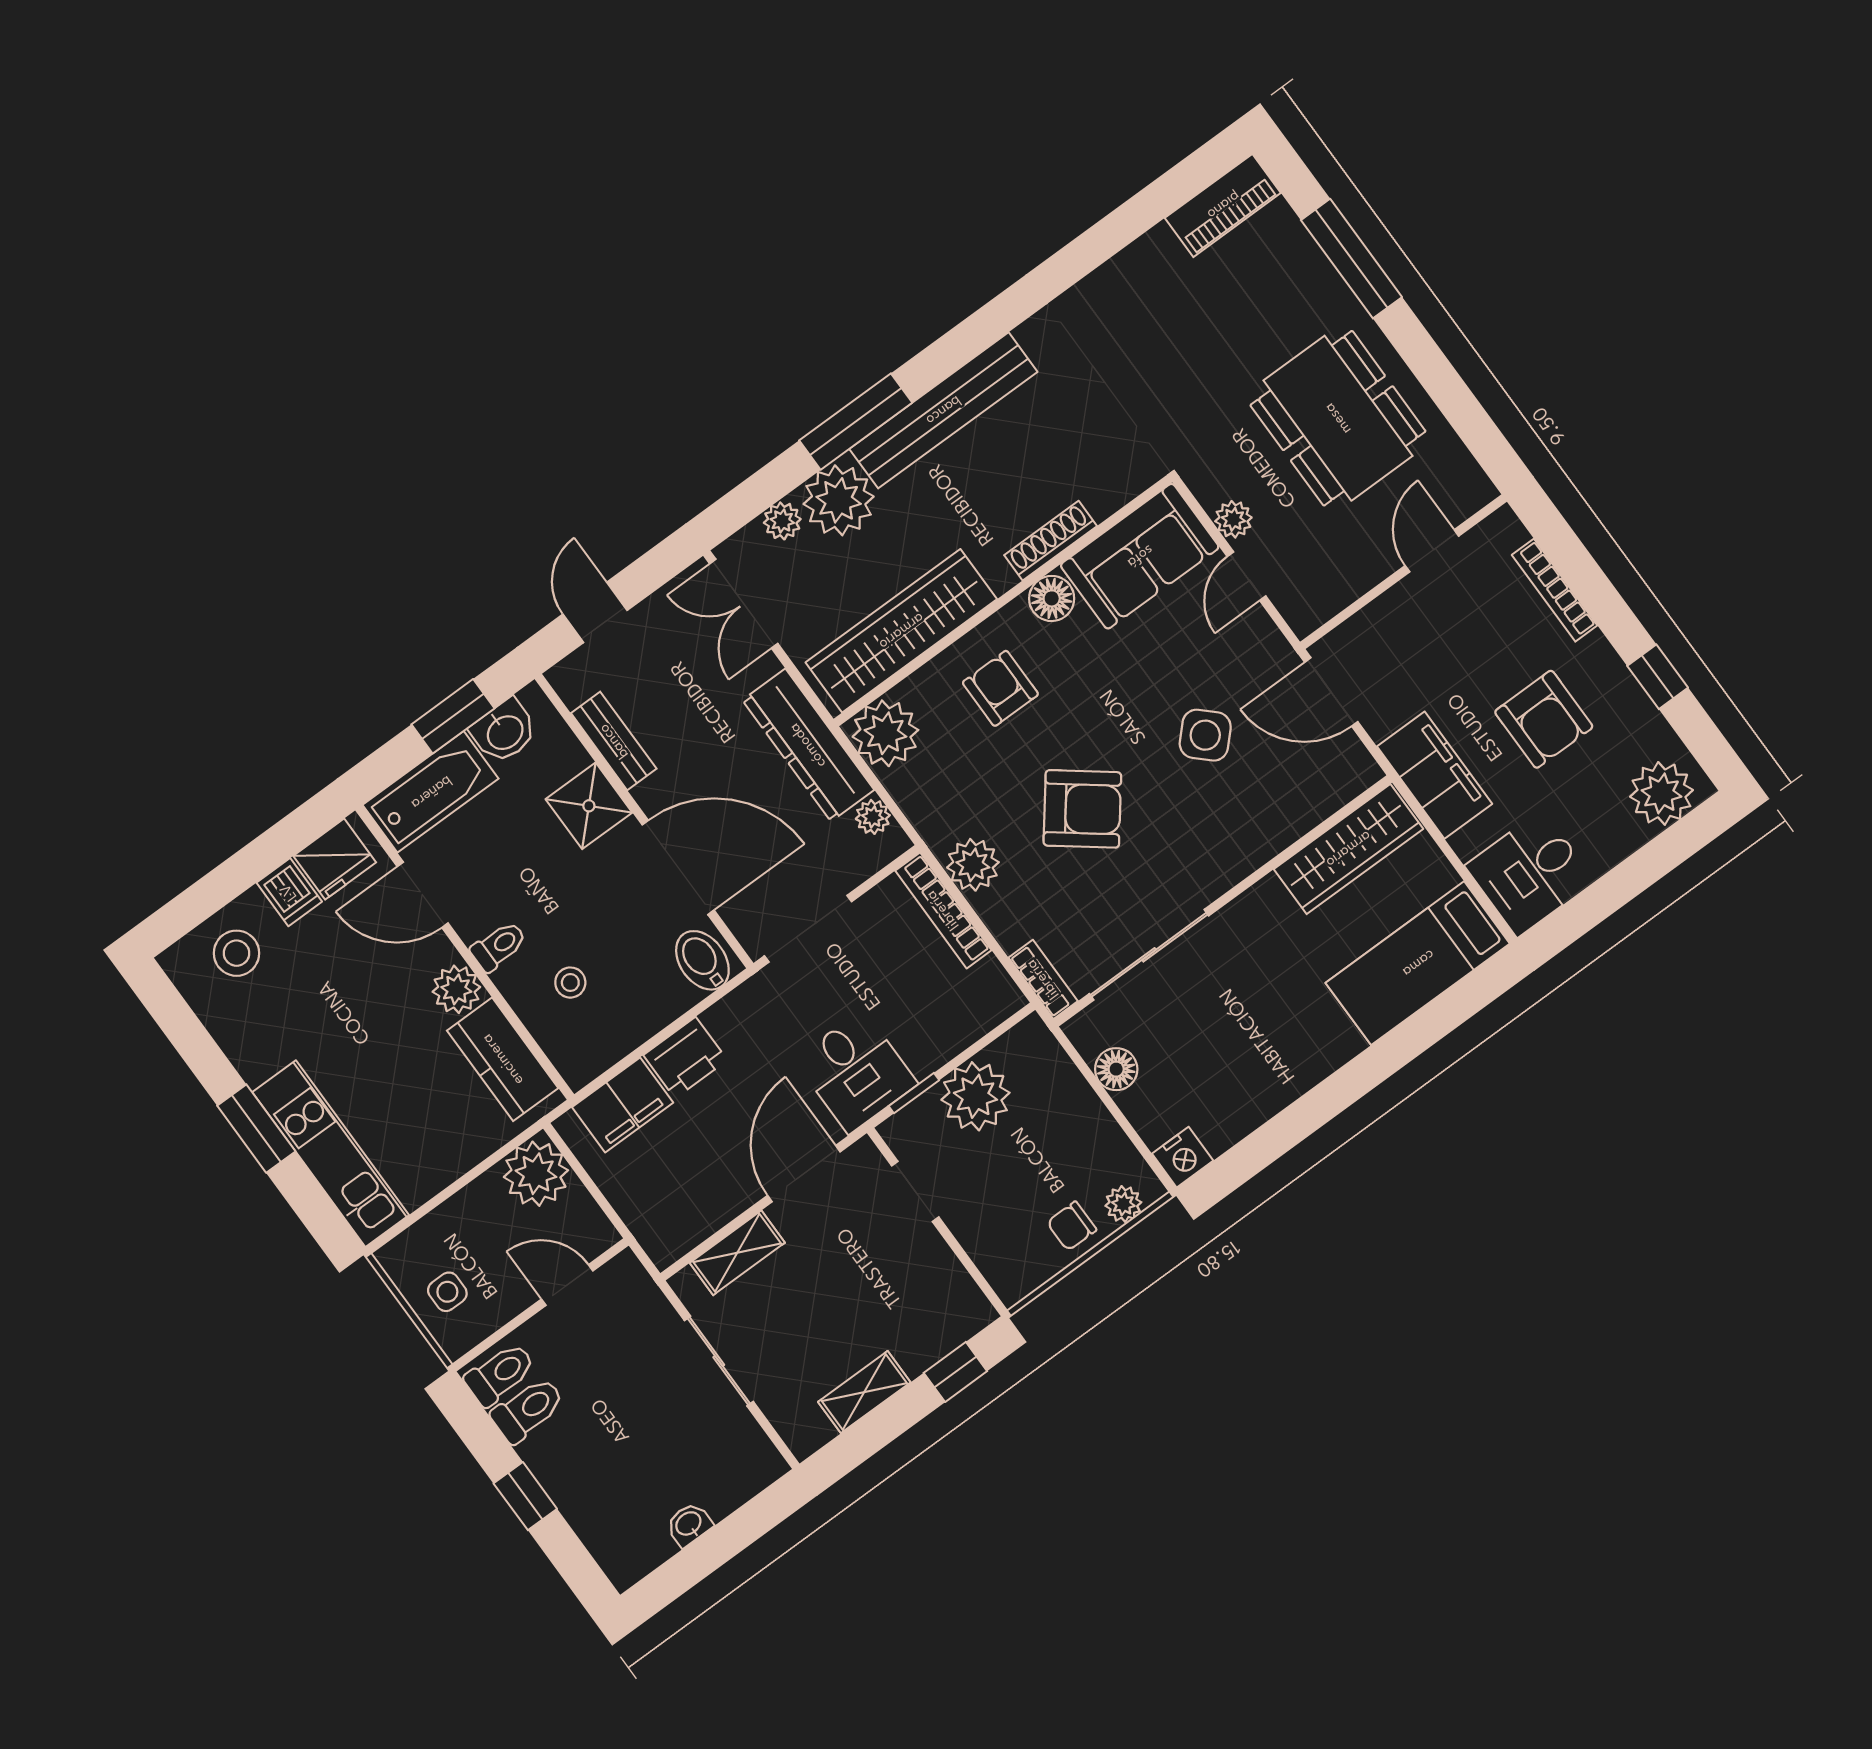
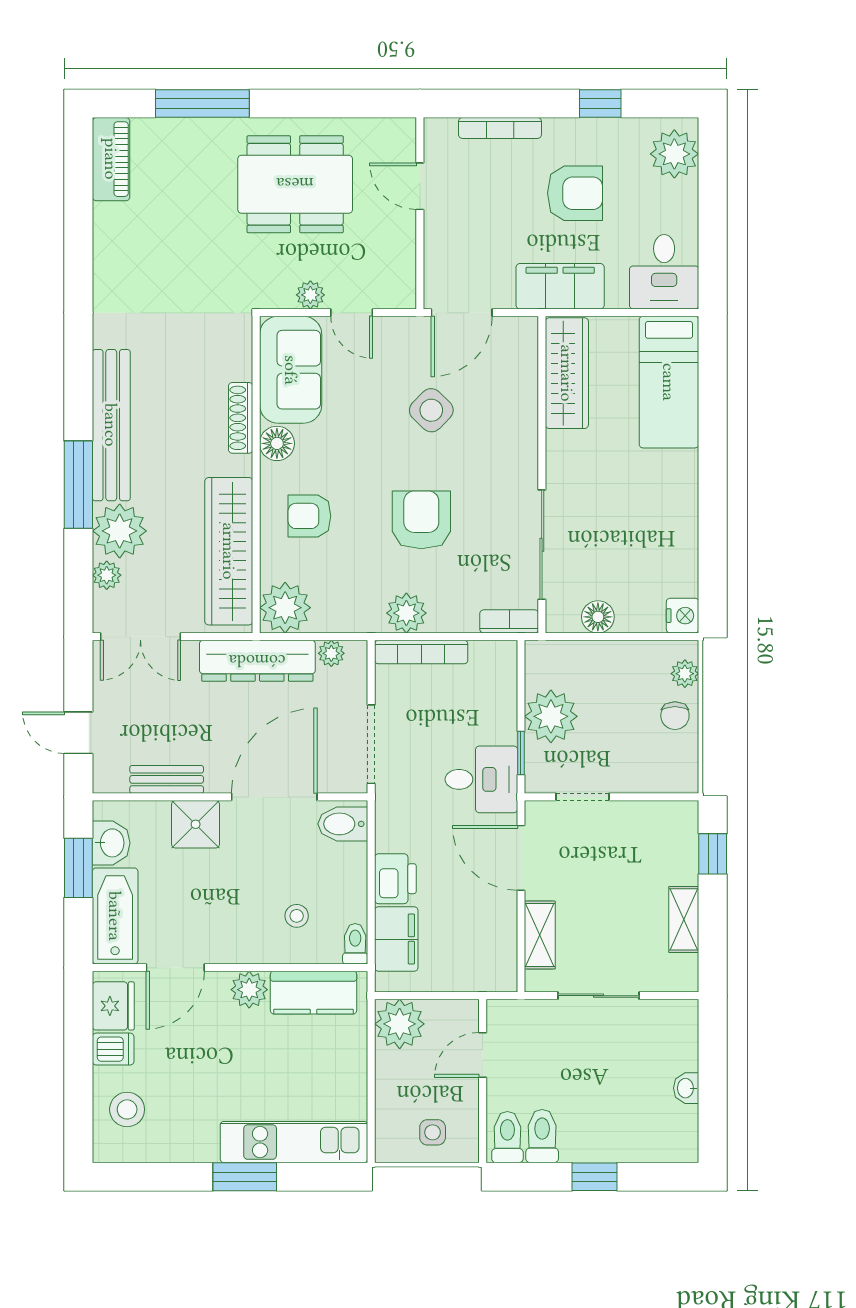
armchair: (1082, 809) -> (421, 520), turned -38
toilet: (499, 946) -> (355, 944), moved

